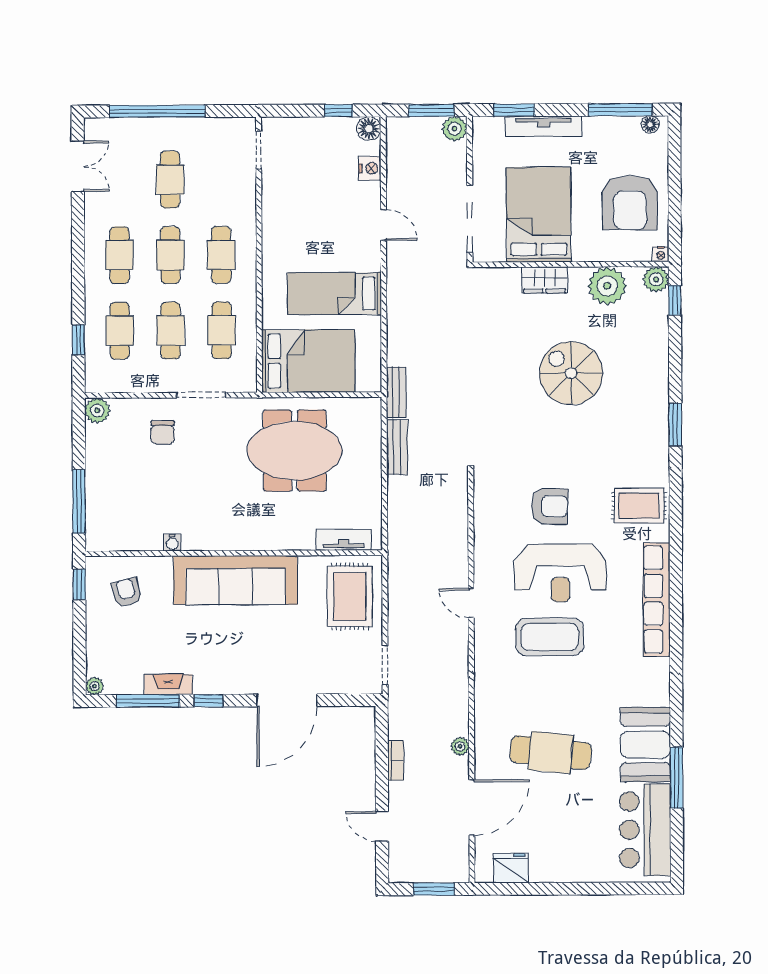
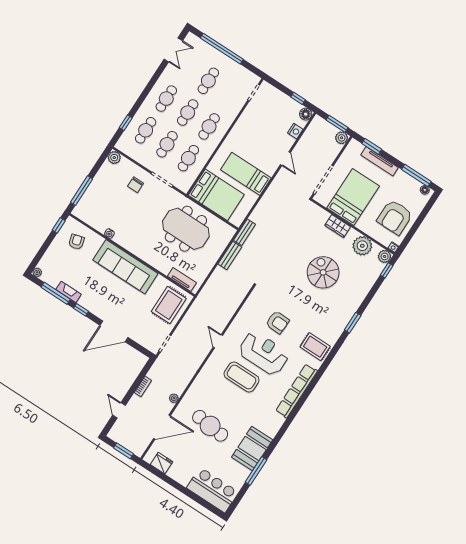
reception desk: (560, 573) -> (264, 353), turned 180
bar counter: (645, 830) -> (212, 490), moved, turned 90

